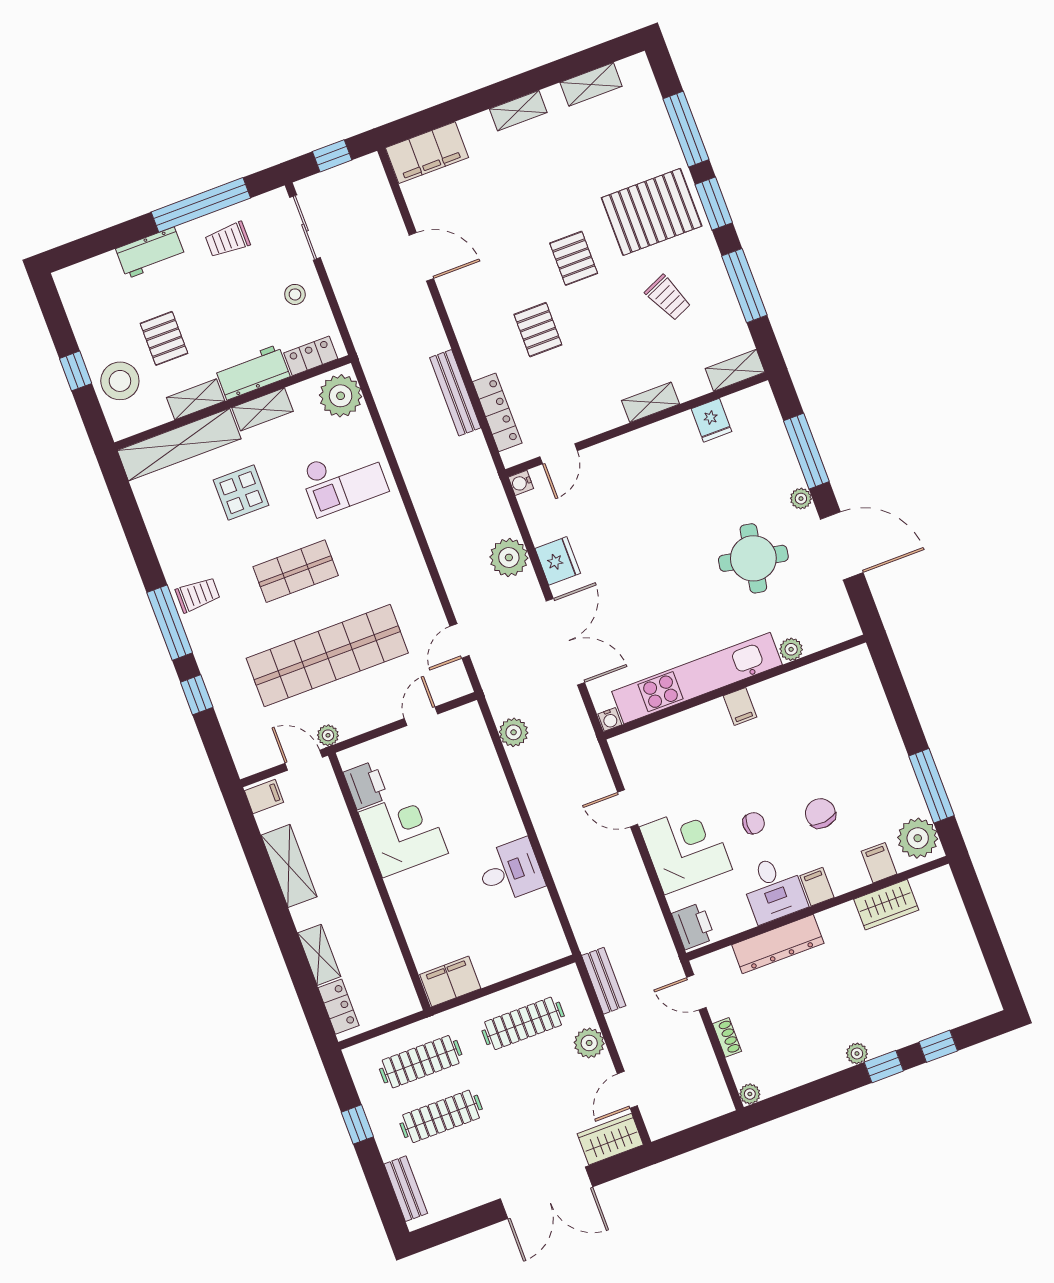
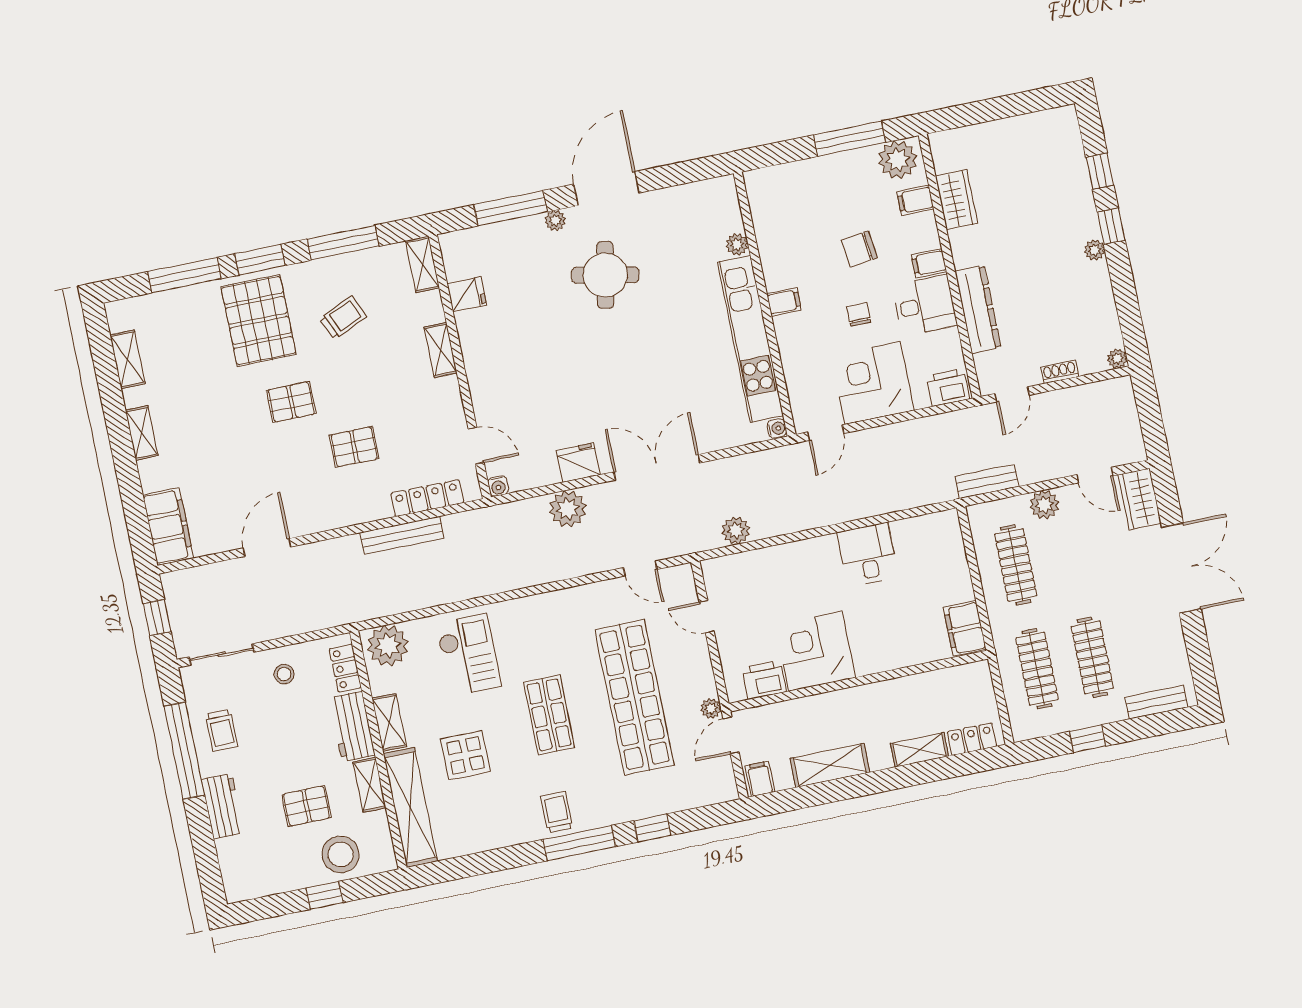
plant: (791, 649) -> (737, 244), moved
kitchen unit: (697, 678) -> (750, 339), moved
wall: (735, 687) -> (765, 304), moved
filing cabinet: (740, 706) -> (784, 302), moved
water cooler: (610, 719) -> (777, 428), moved

